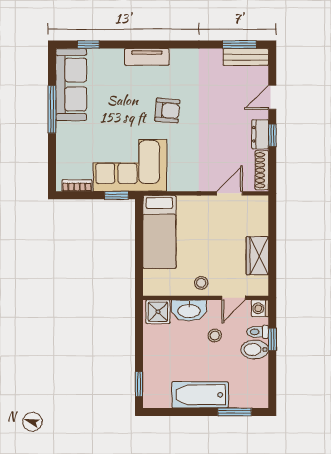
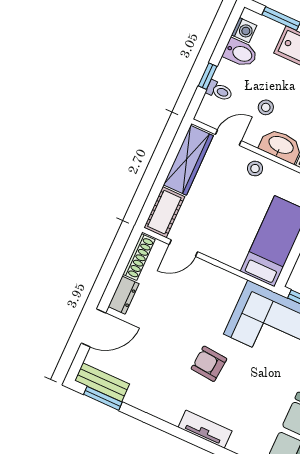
door: (272, 97) -> (93, 328), width x1.37
window: (272, 135) -> (111, 288), removed
cot: (258, 215) -> (164, 212), added
wardrobe: (257, 256) -> (188, 160), width x1.50
washing machine: (260, 308) -> (244, 30), moved
bidet: (255, 350) -> (240, 53), moved

